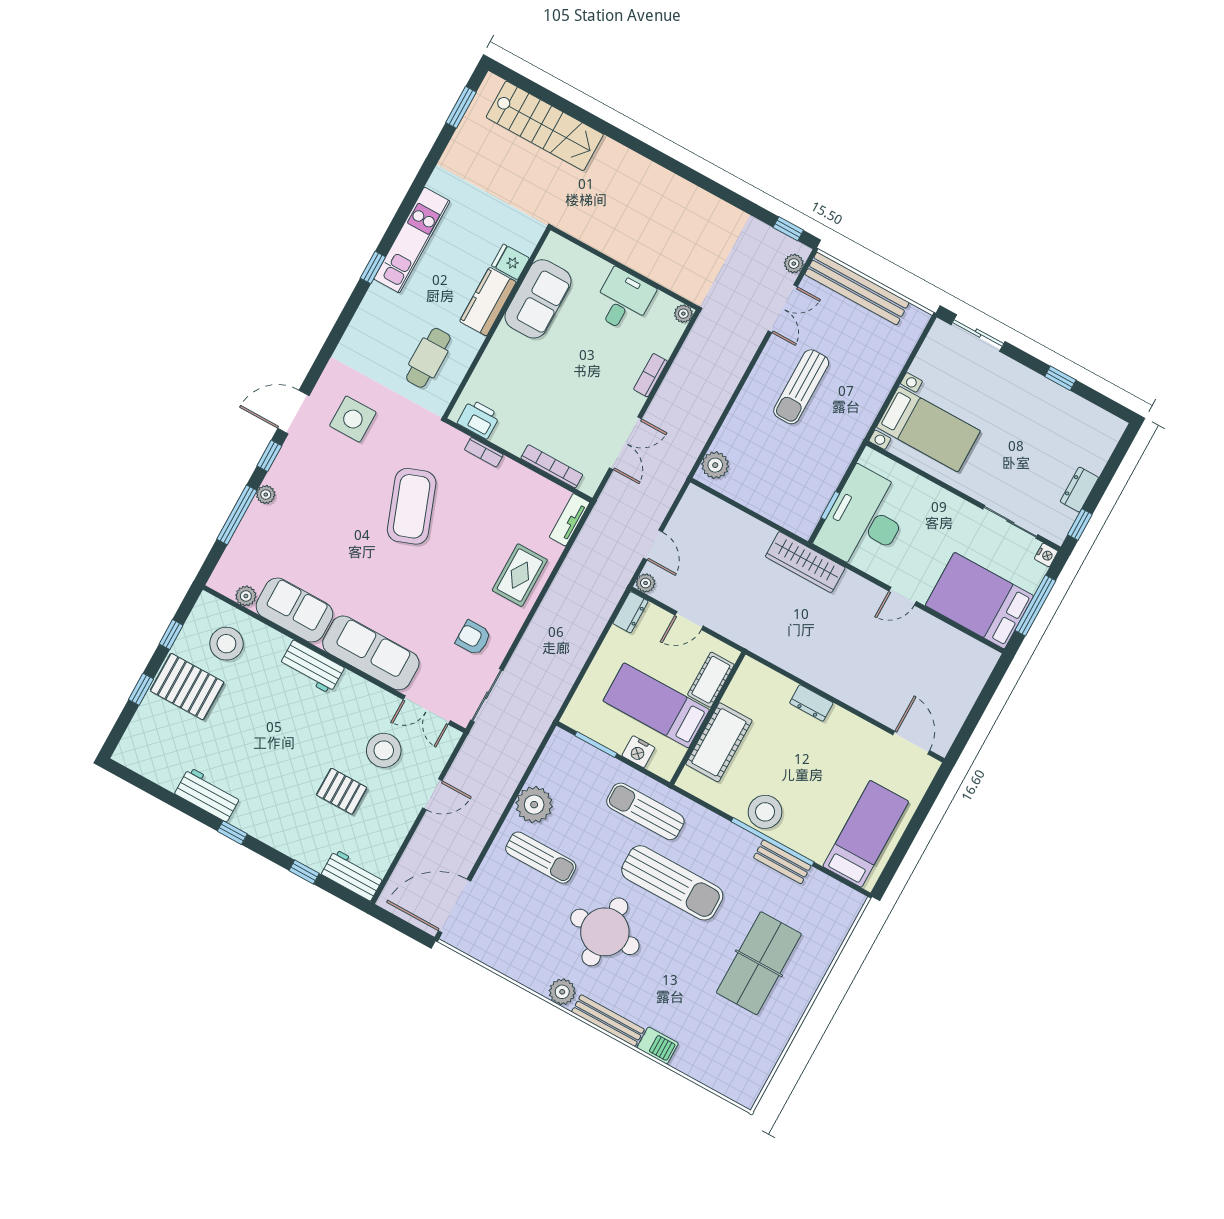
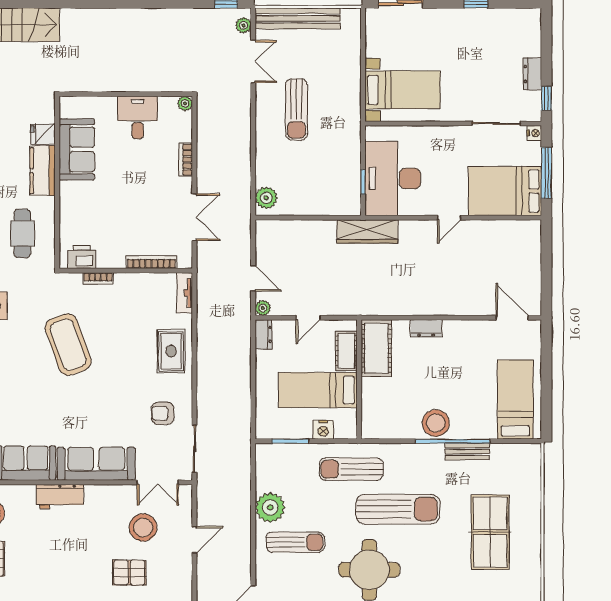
cot: (719, 742) -> (376, 348), moved

